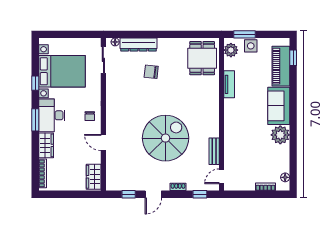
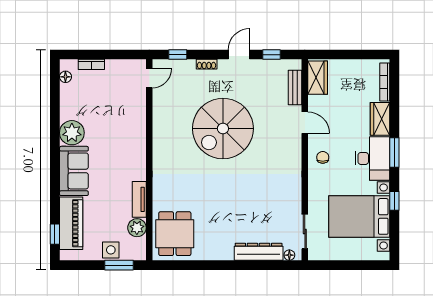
plant: (231, 50) -> (137, 228), moved
chair: (151, 72) -> (242, 216), removed
bench: (214, 151) -> (295, 88), moved

